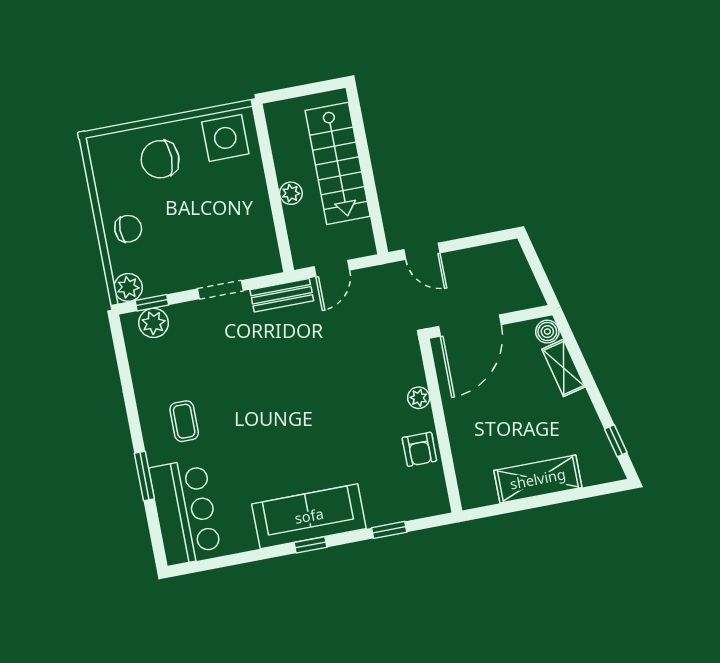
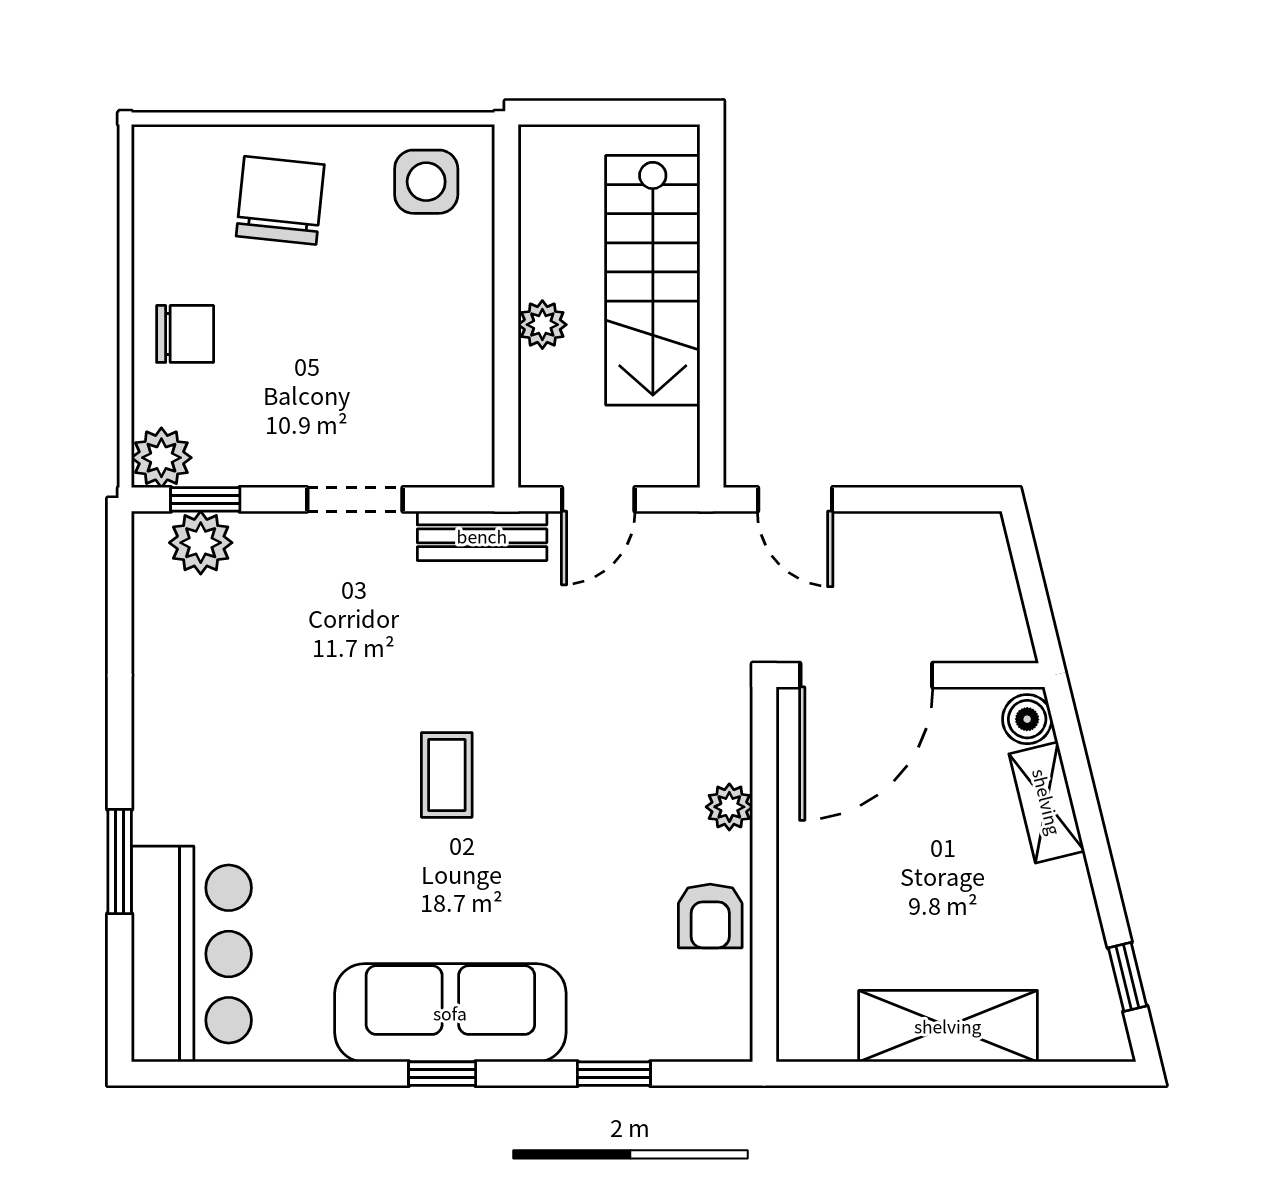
side table: (225, 138) -> (426, 182), width x0.73, depth x0.73
chair: (160, 159) -> (280, 200), turned 96
coffee table: (184, 421) -> (447, 775), moved

